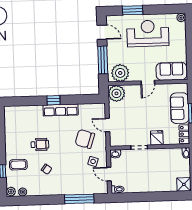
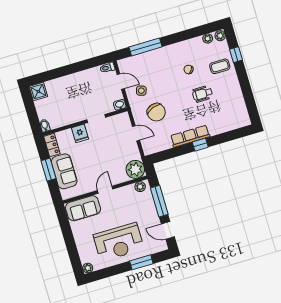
plant: (120, 73) -> (140, 187), width x0.53, depth x0.53
chair: (85, 139) -> (156, 112), turned 52

